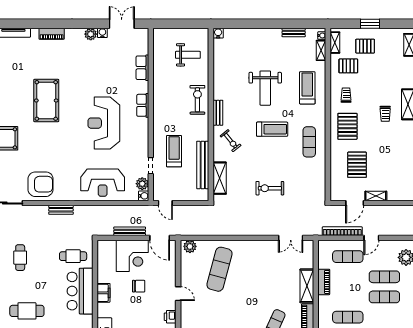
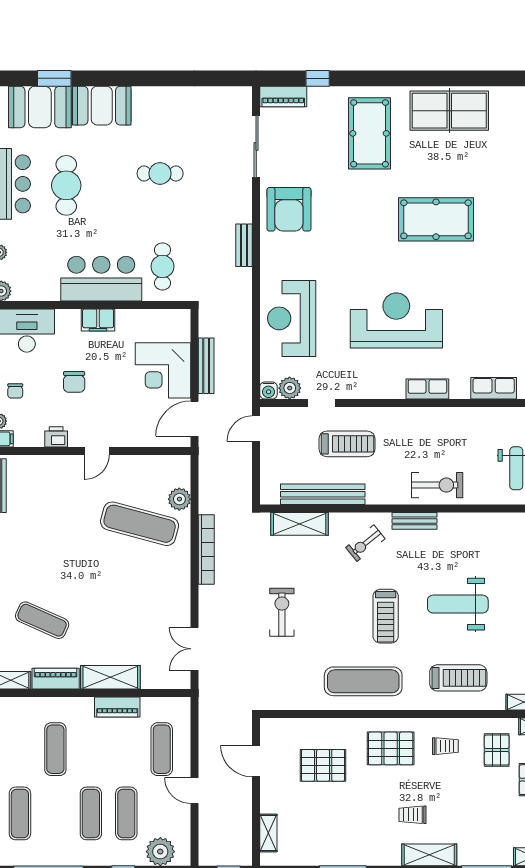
exercise mat: (309, 142) -> (363, 681), width x1.36, depth x1.45
shelving: (376, 196) -> (268, 833), moved
bookcase: (342, 231) -> (206, 549), moved
plant: (190, 246) -> (179, 499), moved
chair: (139, 286) -> (74, 382), moved

